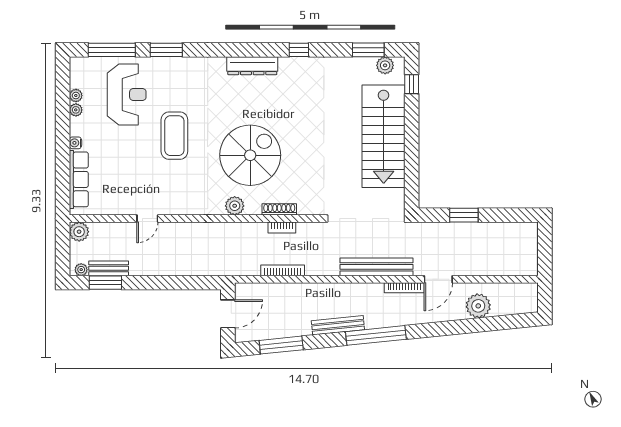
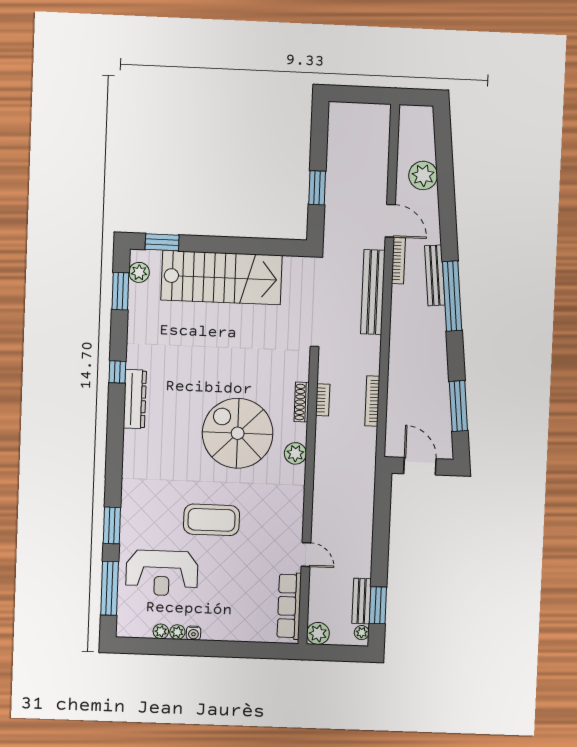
dresser: (252, 66) -> (135, 399), moved
window: (412, 84) -> (162, 242), width x1.50
reception desk: (127, 95) -> (162, 573), turned 180
water cooler: (75, 143) -> (193, 633), moved
row of seats: (79, 179) -> (289, 606), moved, turned -90
bench: (338, 325) -> (435, 275), moved

